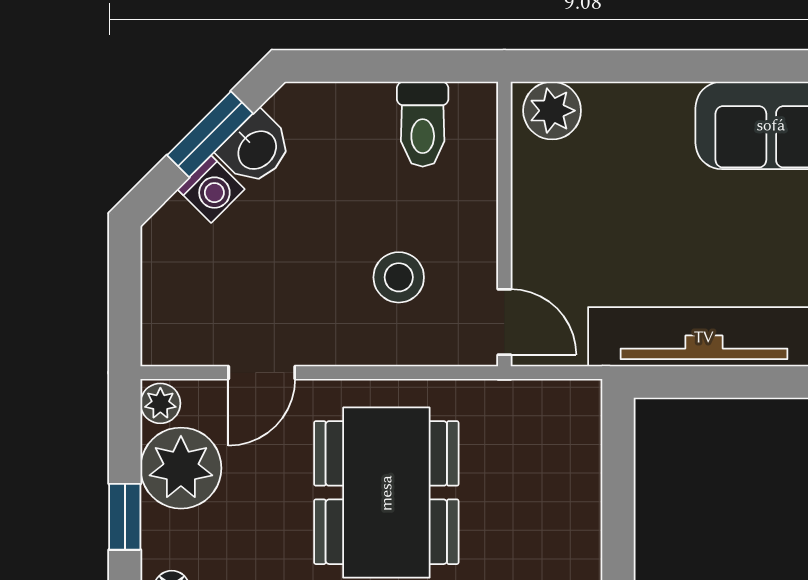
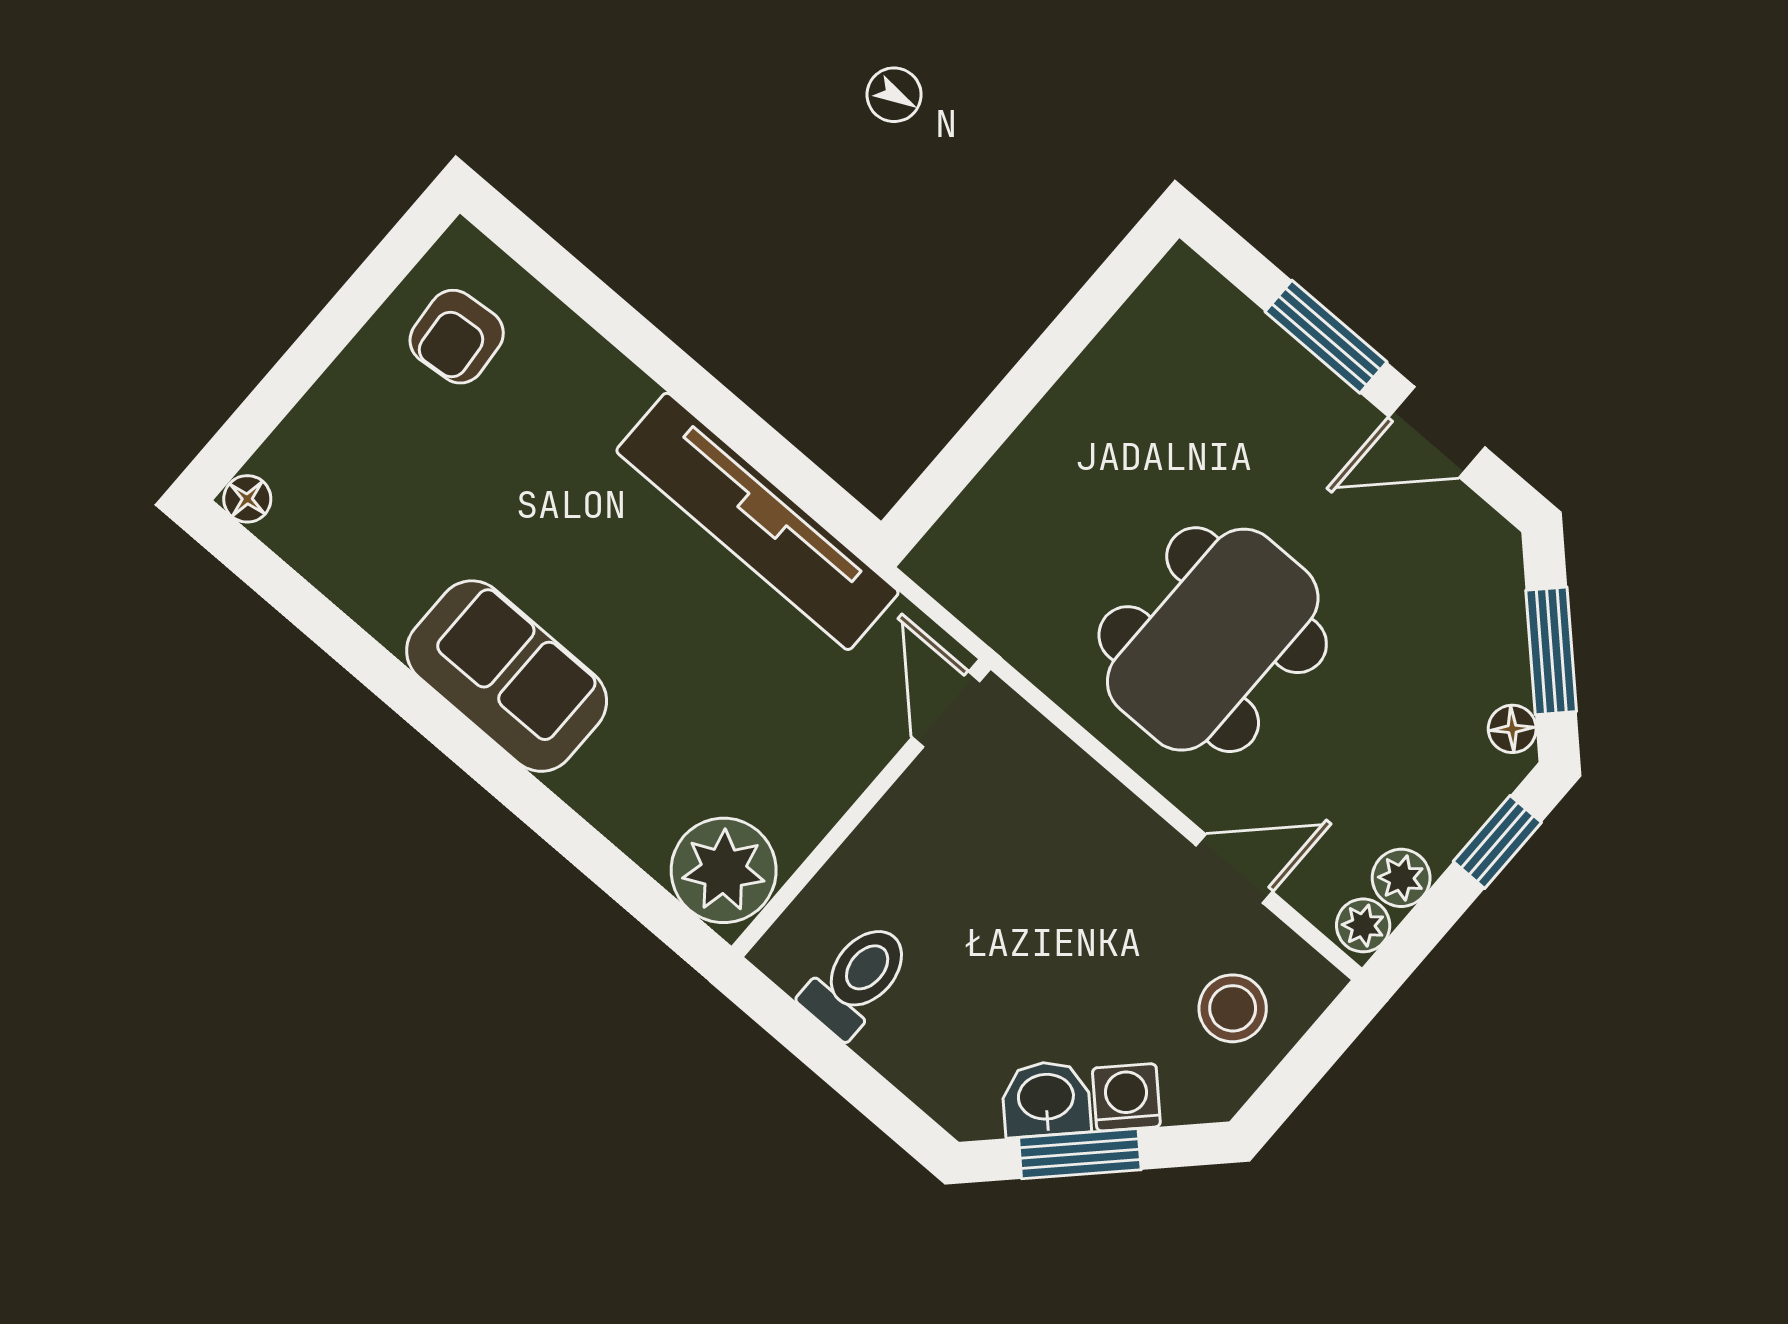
plant: (552, 111) -> (724, 870), width x1.36, depth x1.36
stool: (399, 277) -> (1233, 1008), moved
plant: (181, 468) -> (1401, 878), width x0.53, depth x0.53

